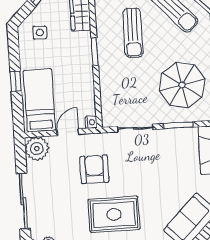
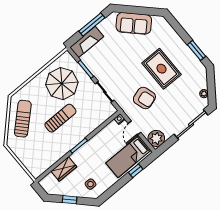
sun lounger: (133, 33) -> (60, 118), moved
window: (16, 81) -> (136, 171), moved
door: (68, 132) -> (135, 128), hinge flipped
armchair: (94, 169) -> (144, 98), turned -108

